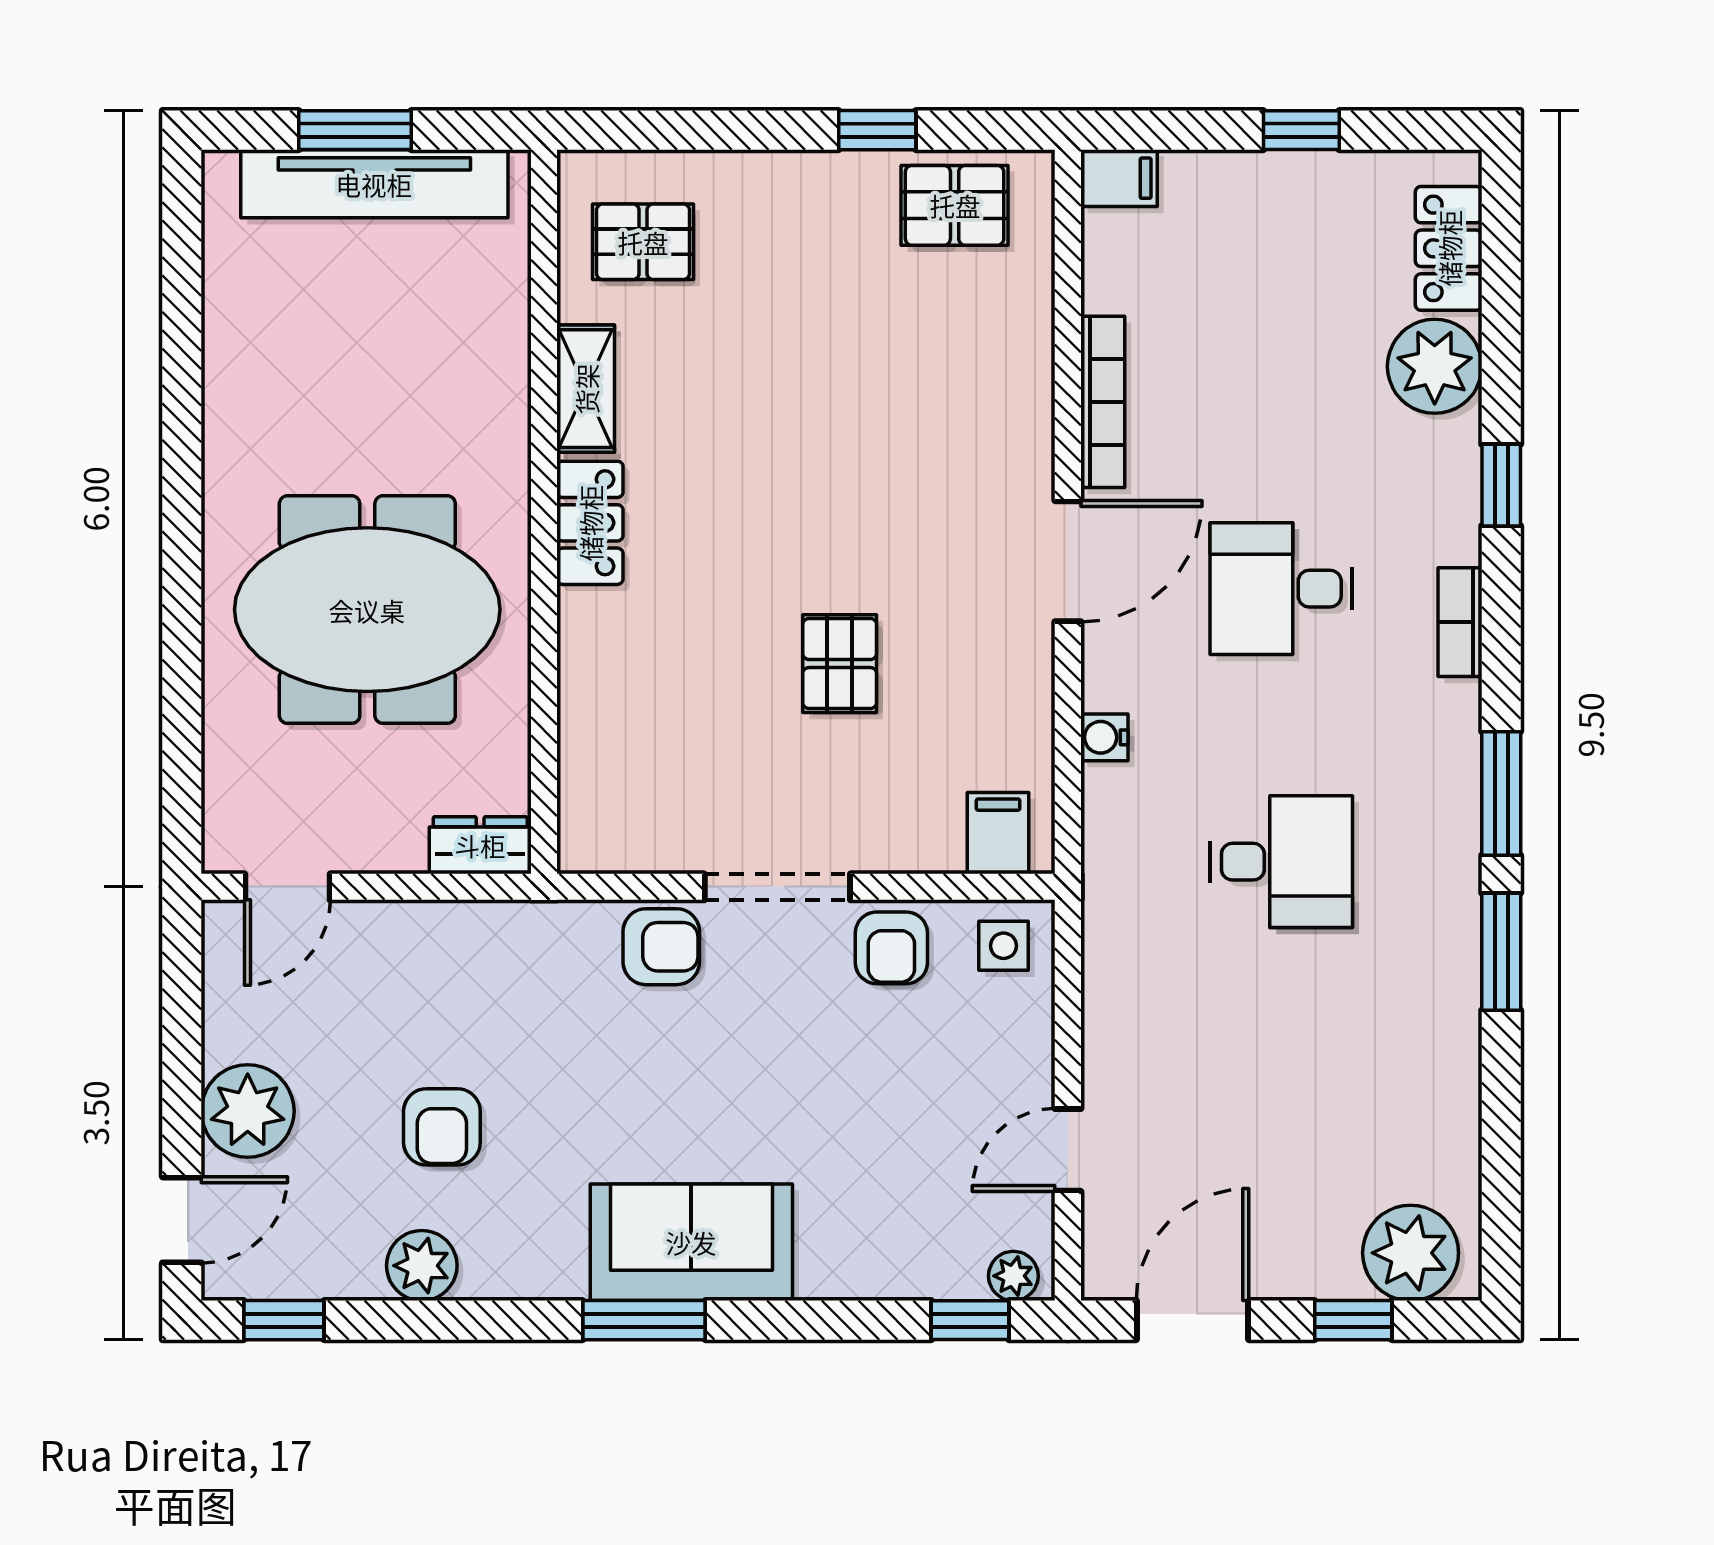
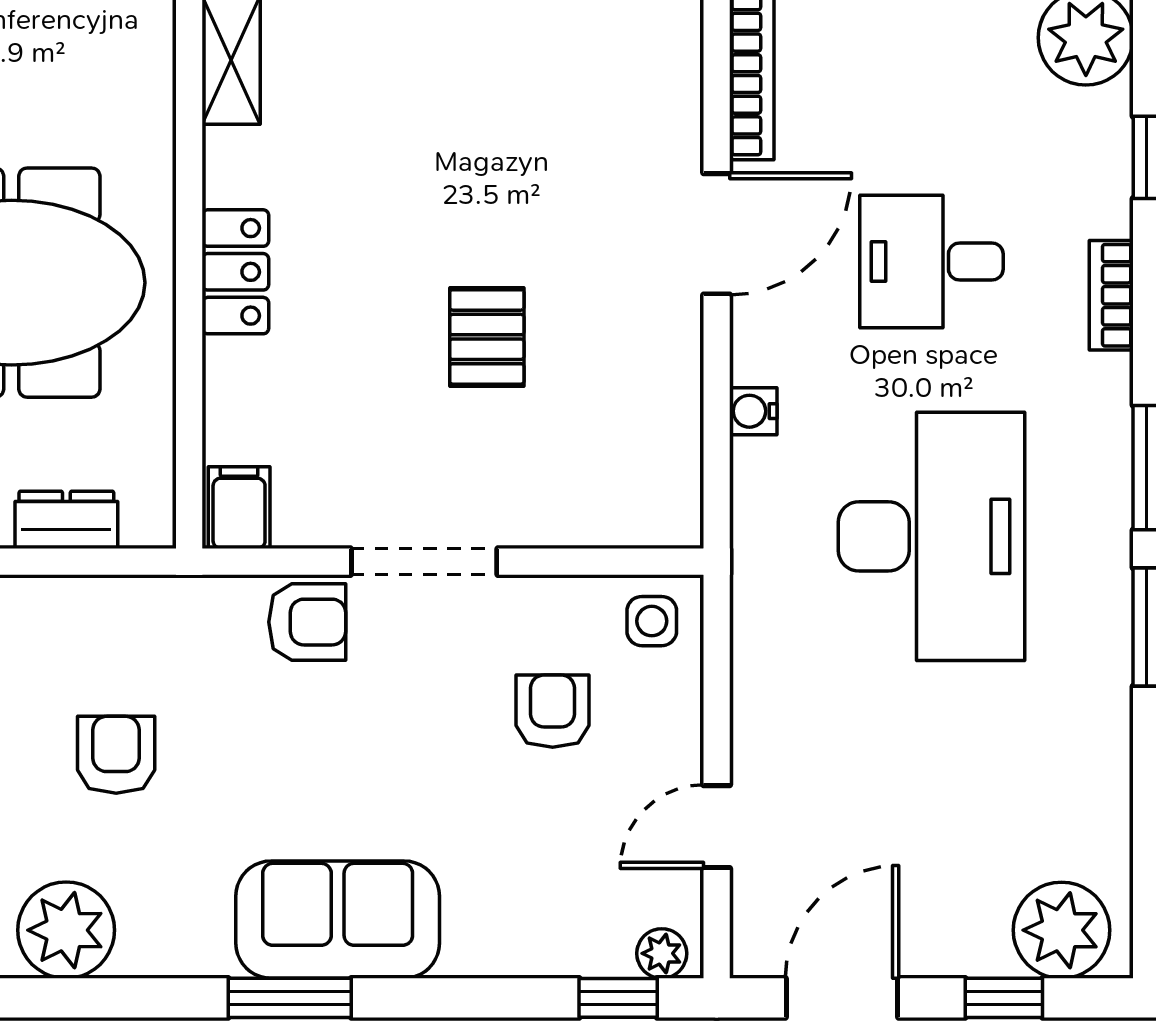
locker: (590, 523) -> (235, 272), moved
filing cabinet: (998, 833) -> (239, 508), moved
dresser: (480, 845) -> (66, 520), moved
desk: (1281, 862) -> (931, 536), width x1.87, depth x1.30
armchair: (891, 948) -> (553, 711), moved, turned 180
armchair: (442, 1127) -> (116, 755), moved, turned 180
plant: (422, 1266) -> (66, 930), width x1.36, depth x1.36

